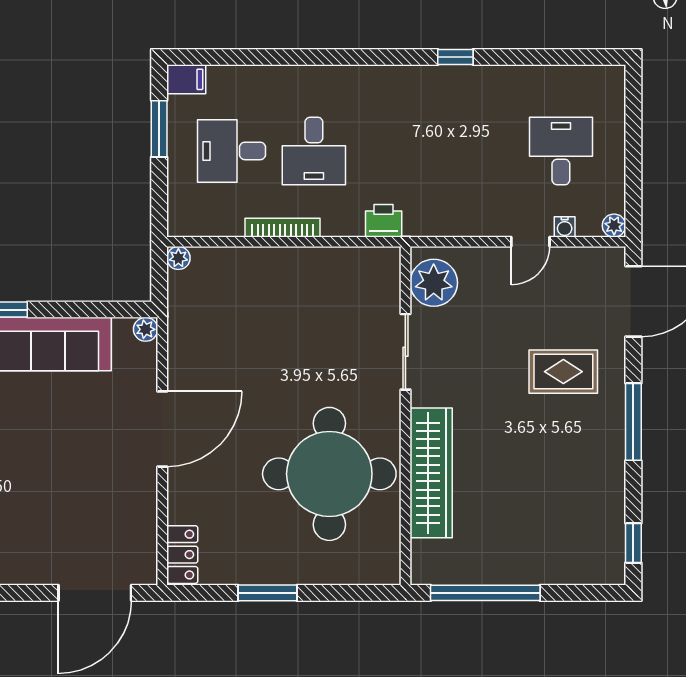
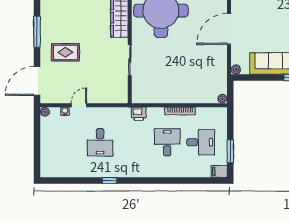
desk: (561, 151) -> (100, 142), moved
plant: (434, 283) -> (118, 89), removed

